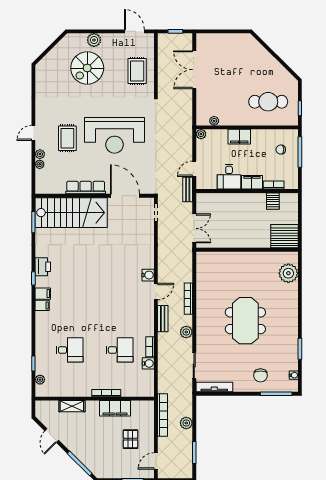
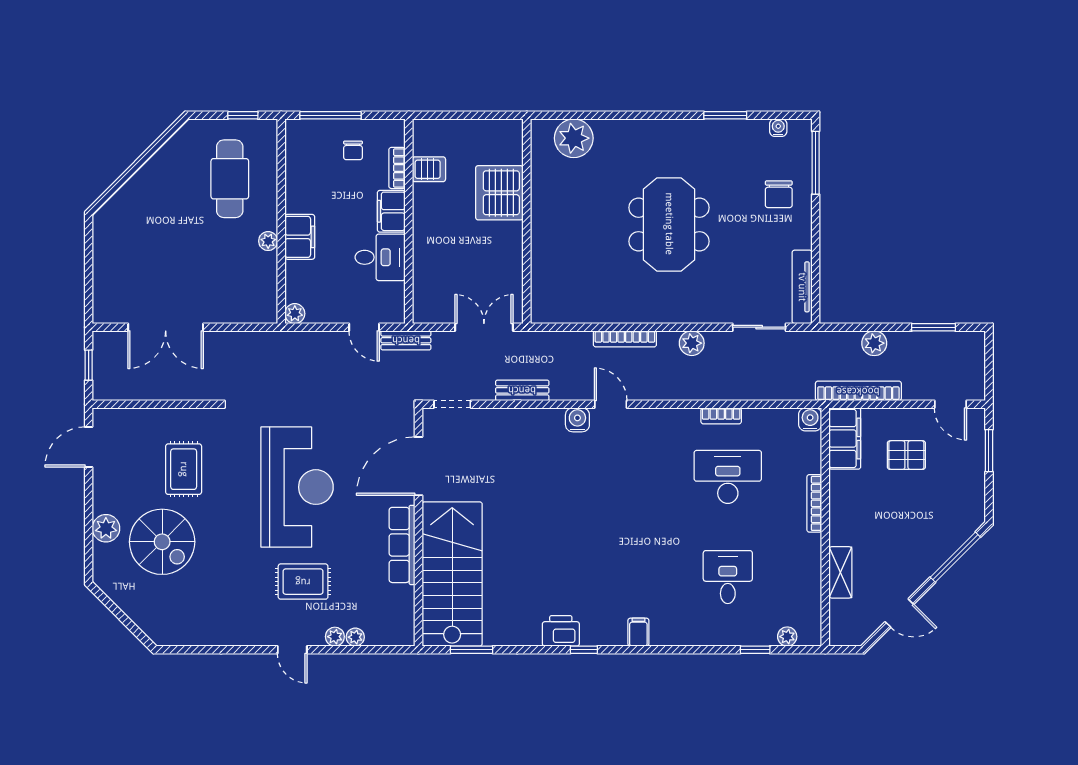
rug: (137, 71) -> (184, 469), moved, turned 90
plant: (214, 121) -> (268, 241), moved
chair: (281, 150) -> (353, 150), moved
server rack: (284, 236) -> (499, 193), moved
filing cabinet: (43, 294) -> (615, 631), removed
bench: (163, 319) -> (522, 390), moved
meeting table: (245, 321) -> (669, 224), turned 90
desk: (120, 350) -> (728, 477), width x1.37
water cooler: (148, 363) -> (810, 419), moved
chair: (260, 375) -> (779, 194), turned 90
filing cabinet: (115, 408) -> (845, 438), moved

